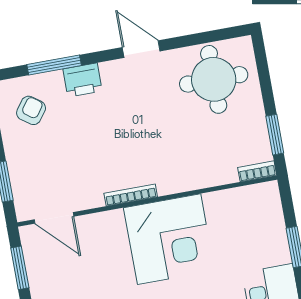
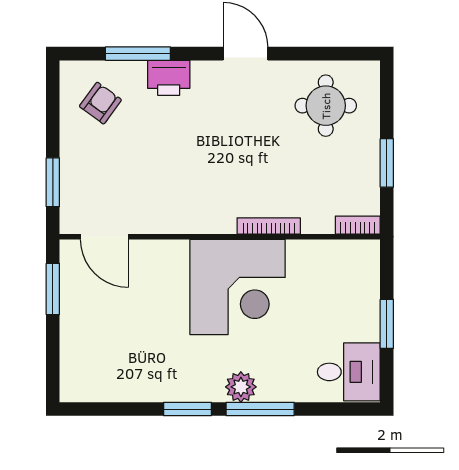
round table: (214, 79) -> (326, 106), width x0.73, depth x0.73
window: (275, 135) -> (387, 163), moved
bookcase: (131, 195) -> (269, 226), moved

